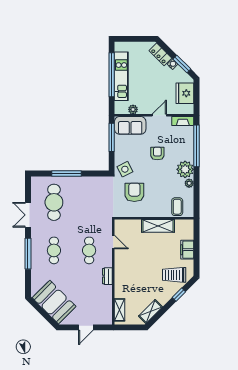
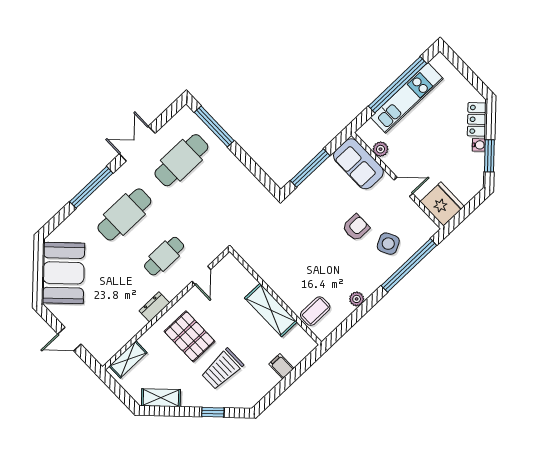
fridge: (185, 93) -> (442, 204), moved, turned 90
fireplace: (183, 121) -> (423, 221), removed
window: (112, 137) -> (310, 168), moved
side table: (125, 169) -> (388, 244), moved
plant: (185, 169) -> (368, 278), removed
window: (66, 174) -> (214, 126), moved
armchair: (134, 192) -> (284, 244), removed
cafe table: (54, 250) -> (124, 214), width x1.37, depth x1.35
filing cabinet: (187, 250) -> (281, 366), width x0.50
pallet: (135, 273) -> (190, 336), added
trolley: (174, 275) -> (222, 369), moved, turned -90

